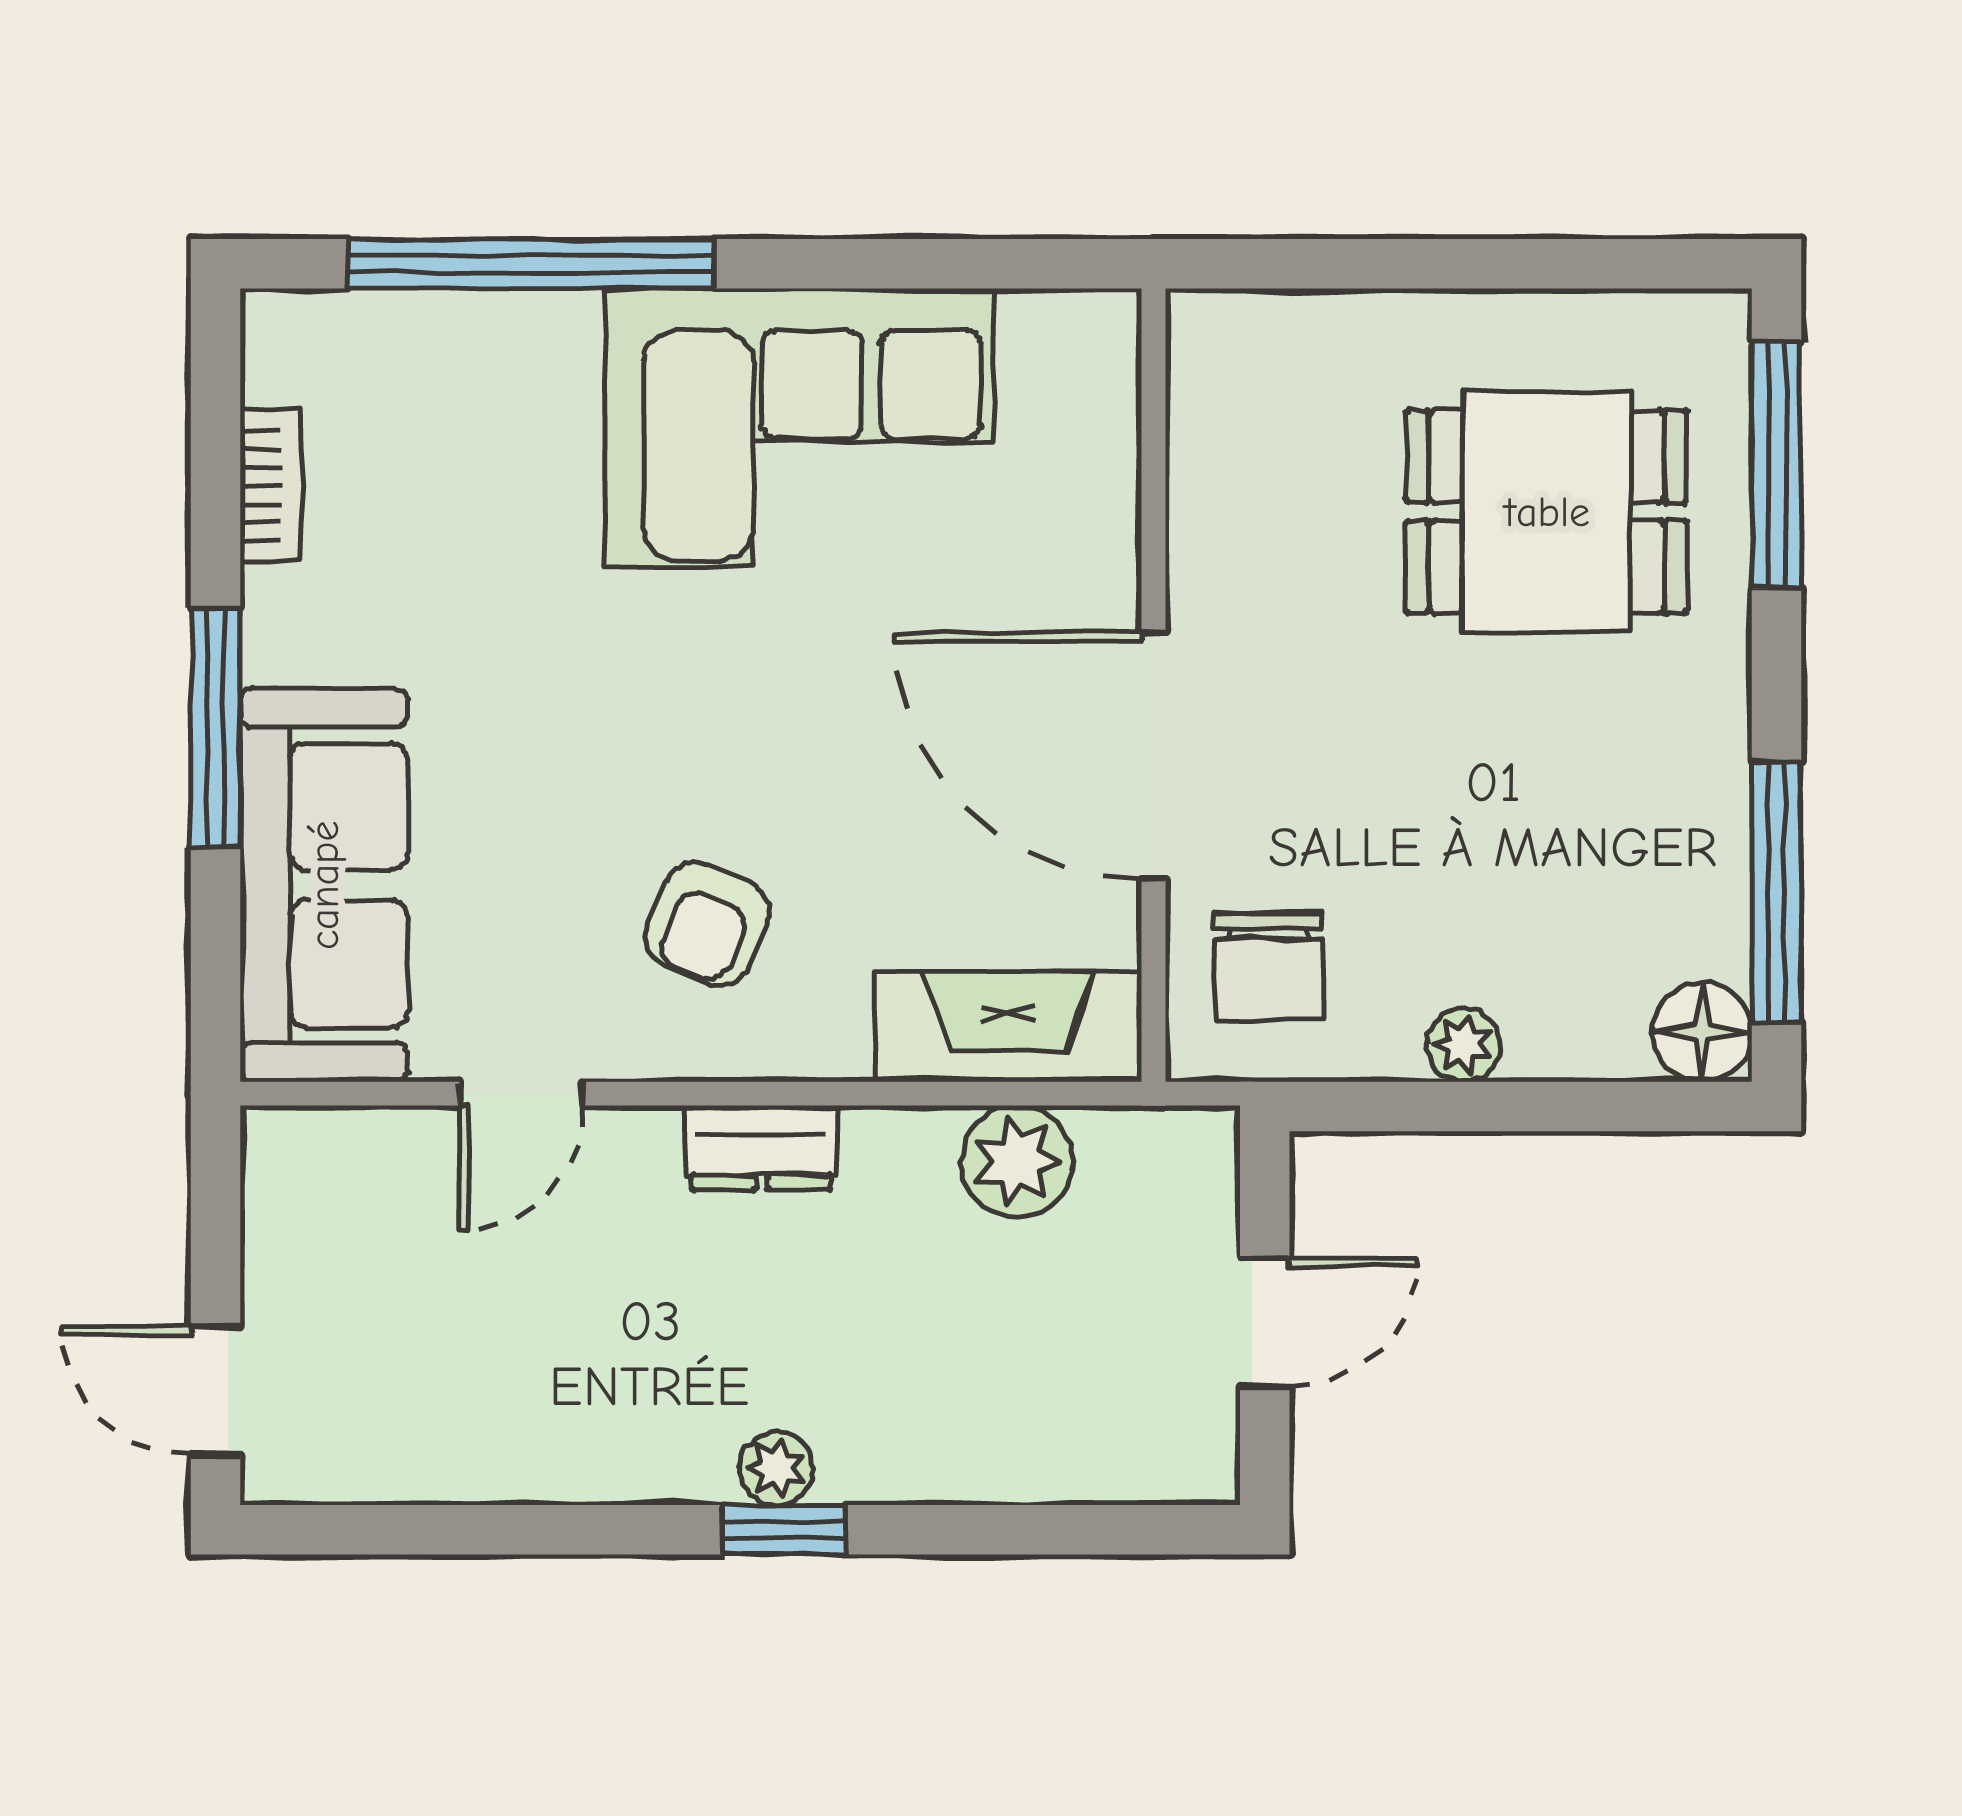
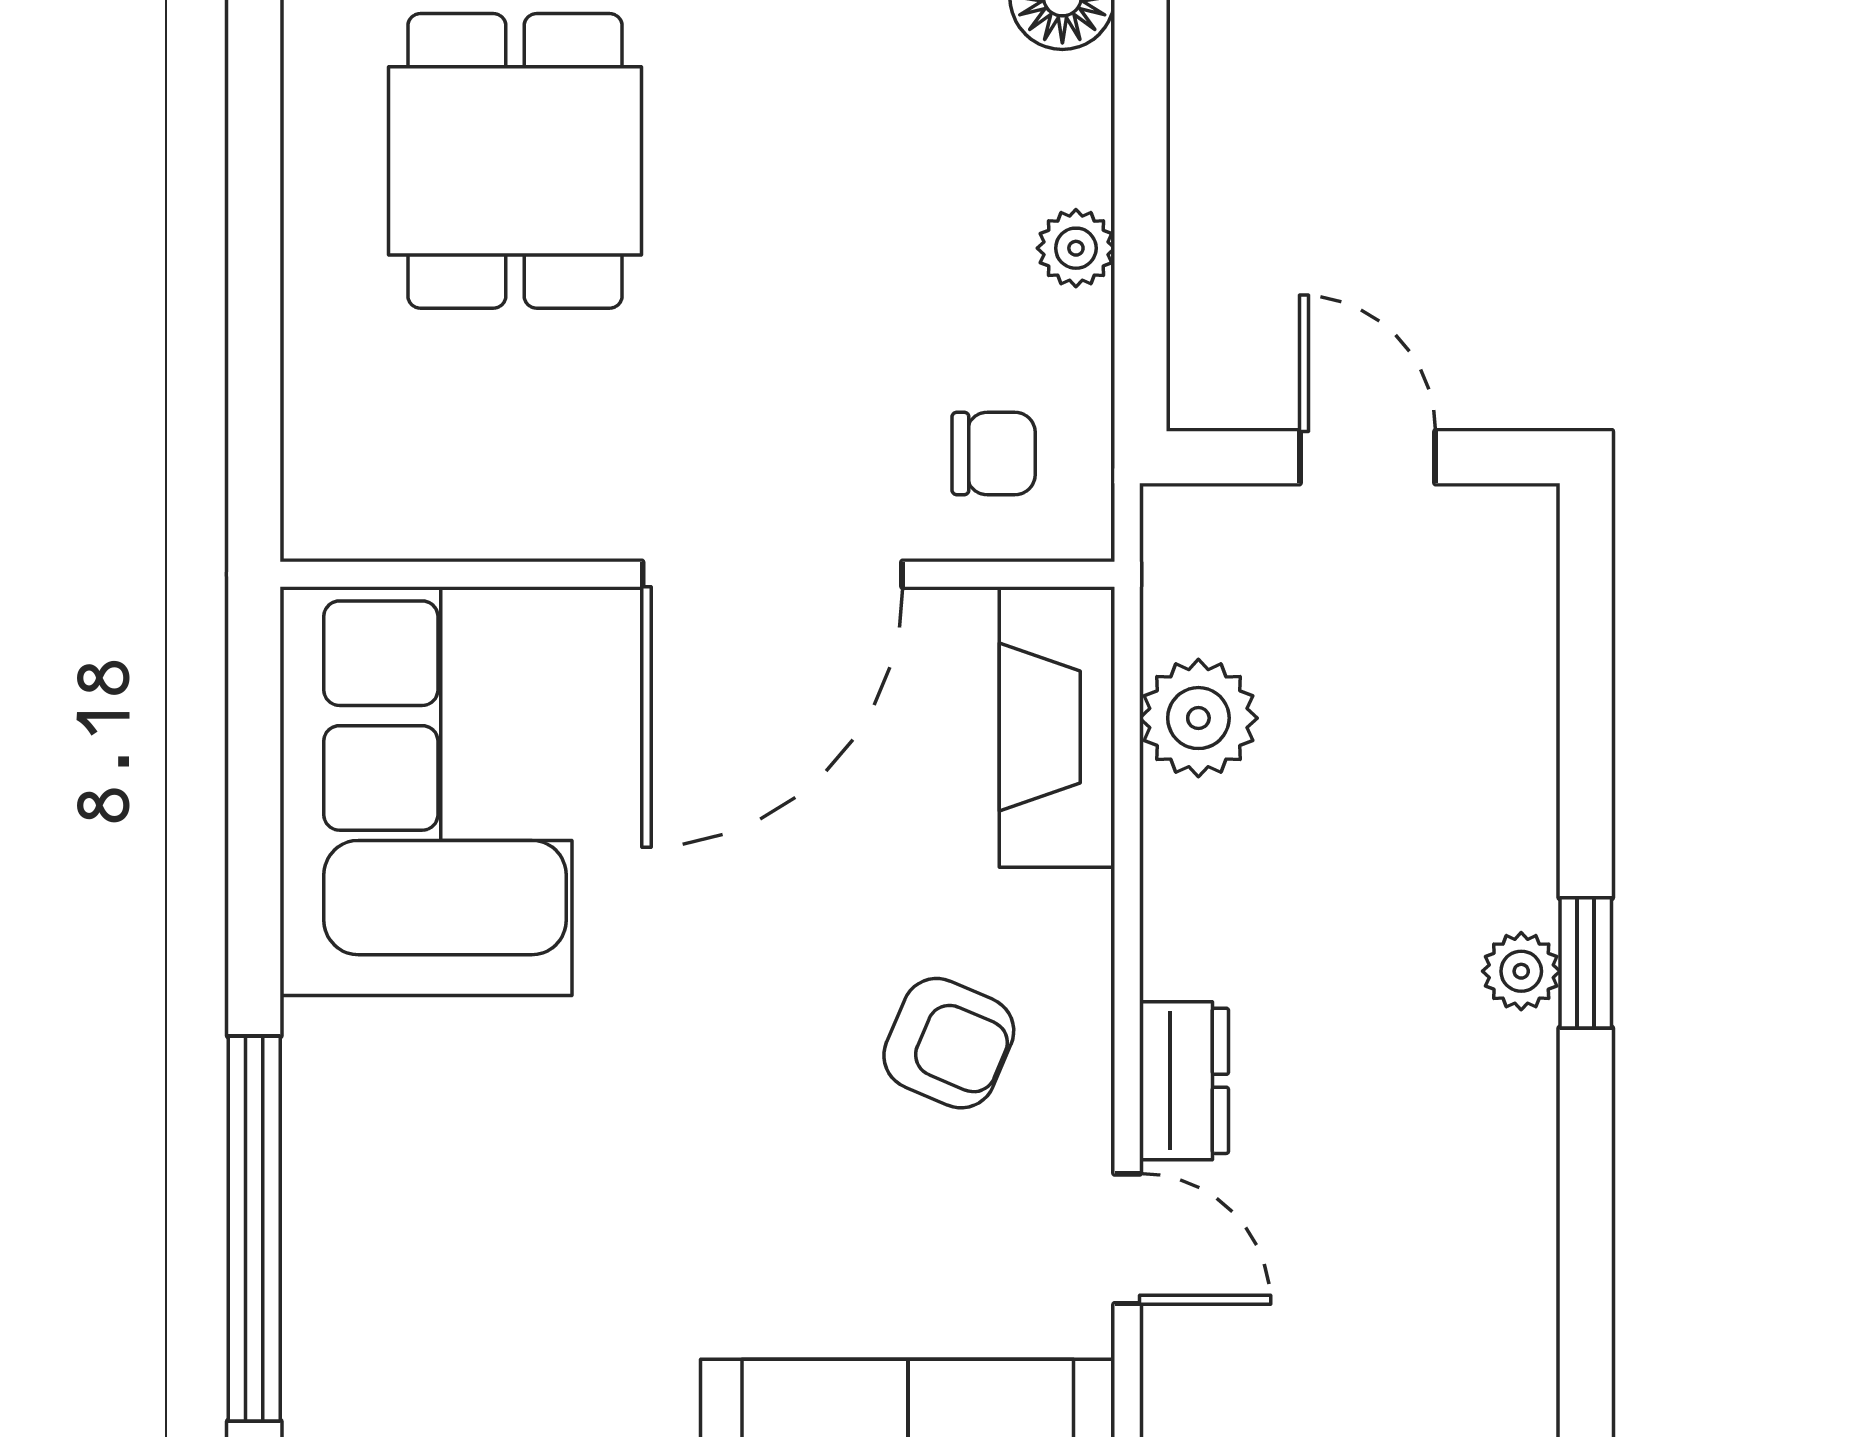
corner sofa: (799, 427) -> (426, 791), moved
chair: (1268, 967) -> (994, 453), width x0.73, depth x0.73
dresser: (761, 1148) -> (1184, 1081), moved

